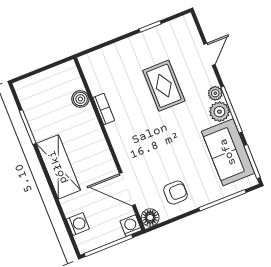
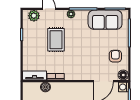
tv unit: (92, 74) -> (35, 75), added
rug: (164, 86) -> (56, 40), turned 90
plant: (219, 112) -> (34, 16), moved

